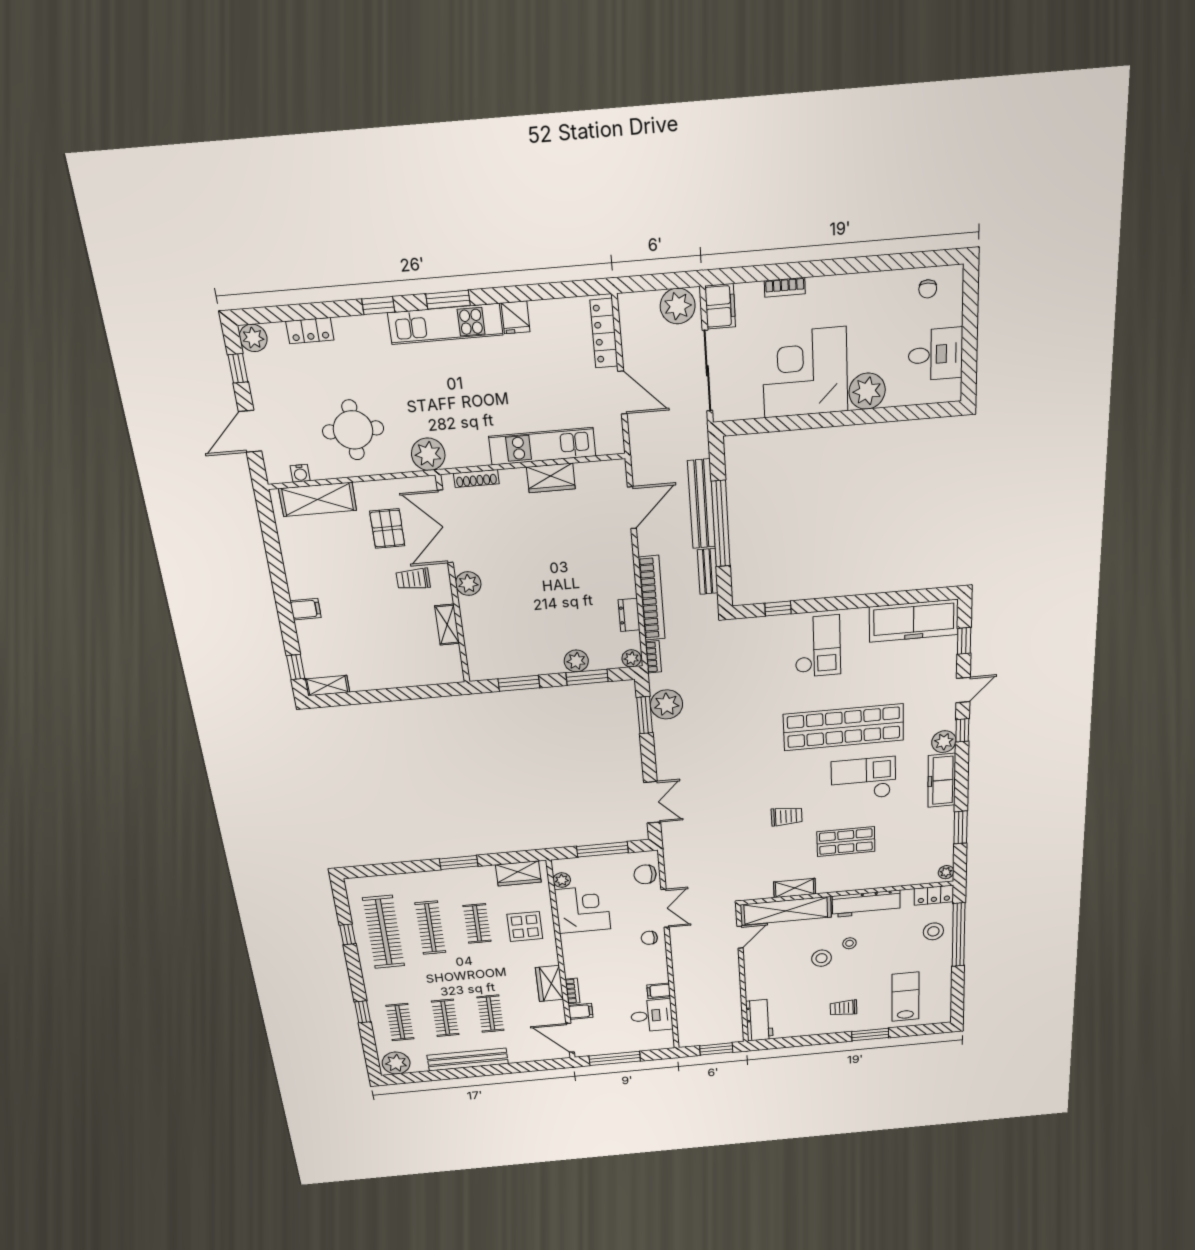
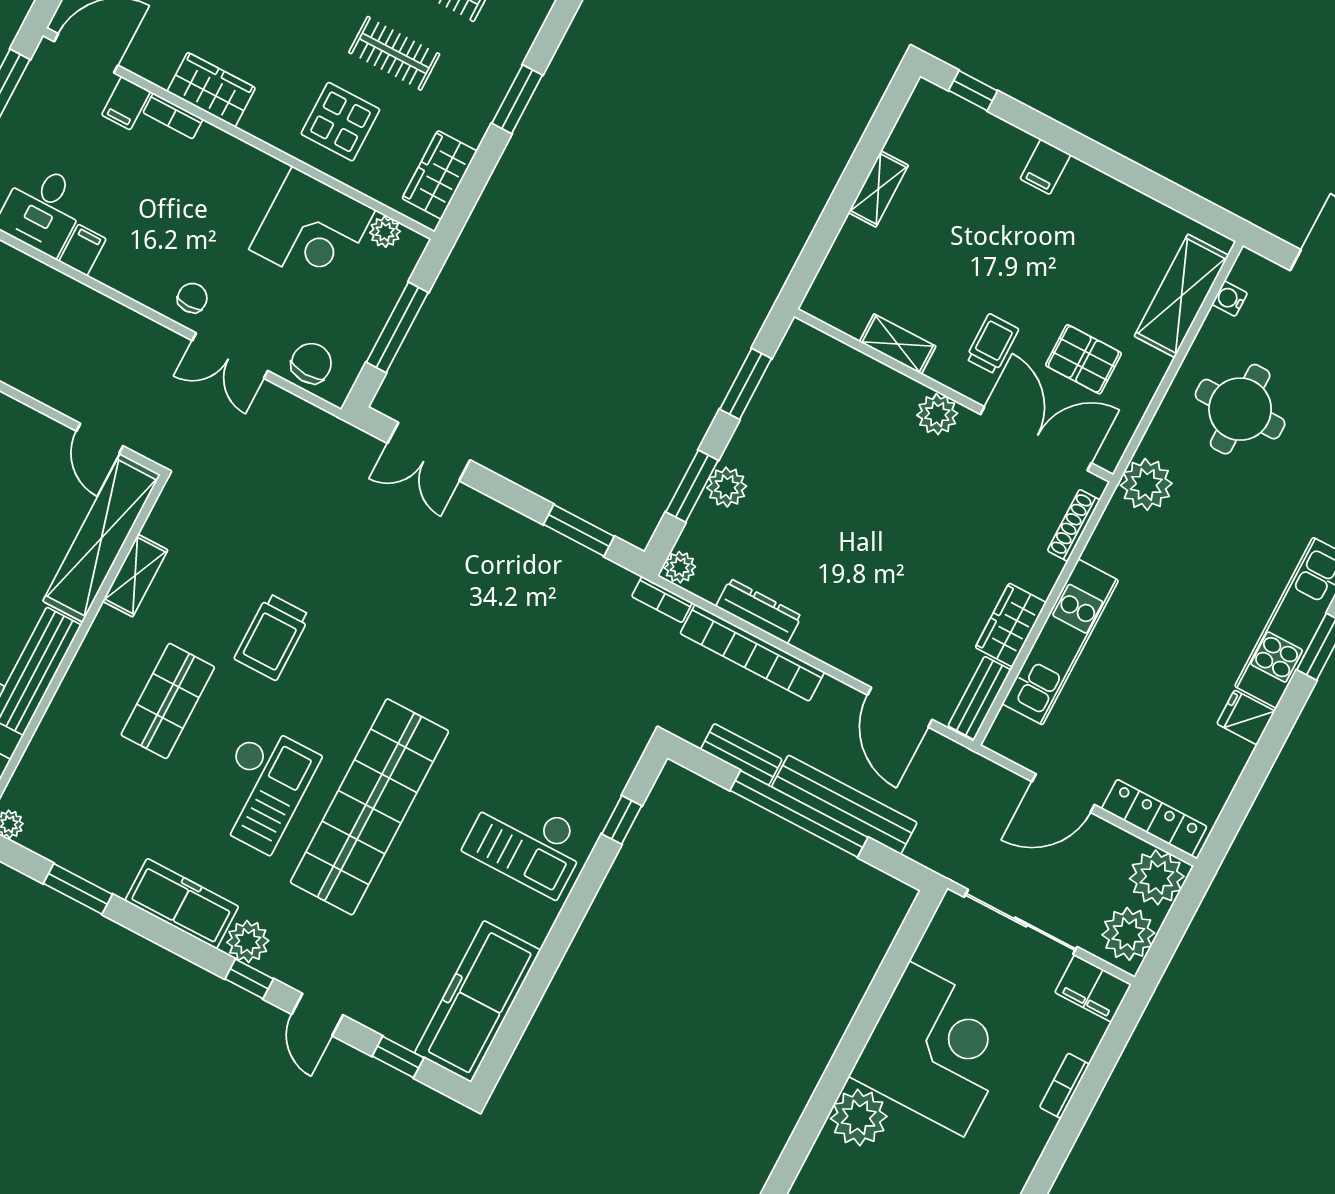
bench: (600, 470) -> (979, 698), added
dresser: (629, 615) -> (759, 611), width x1.44
shelving: (327, 686) -> (878, 189), moved
plant: (667, 704) -> (1157, 877), moved
trolley: (787, 816) -> (272, 637), width x1.36, depth x1.39

